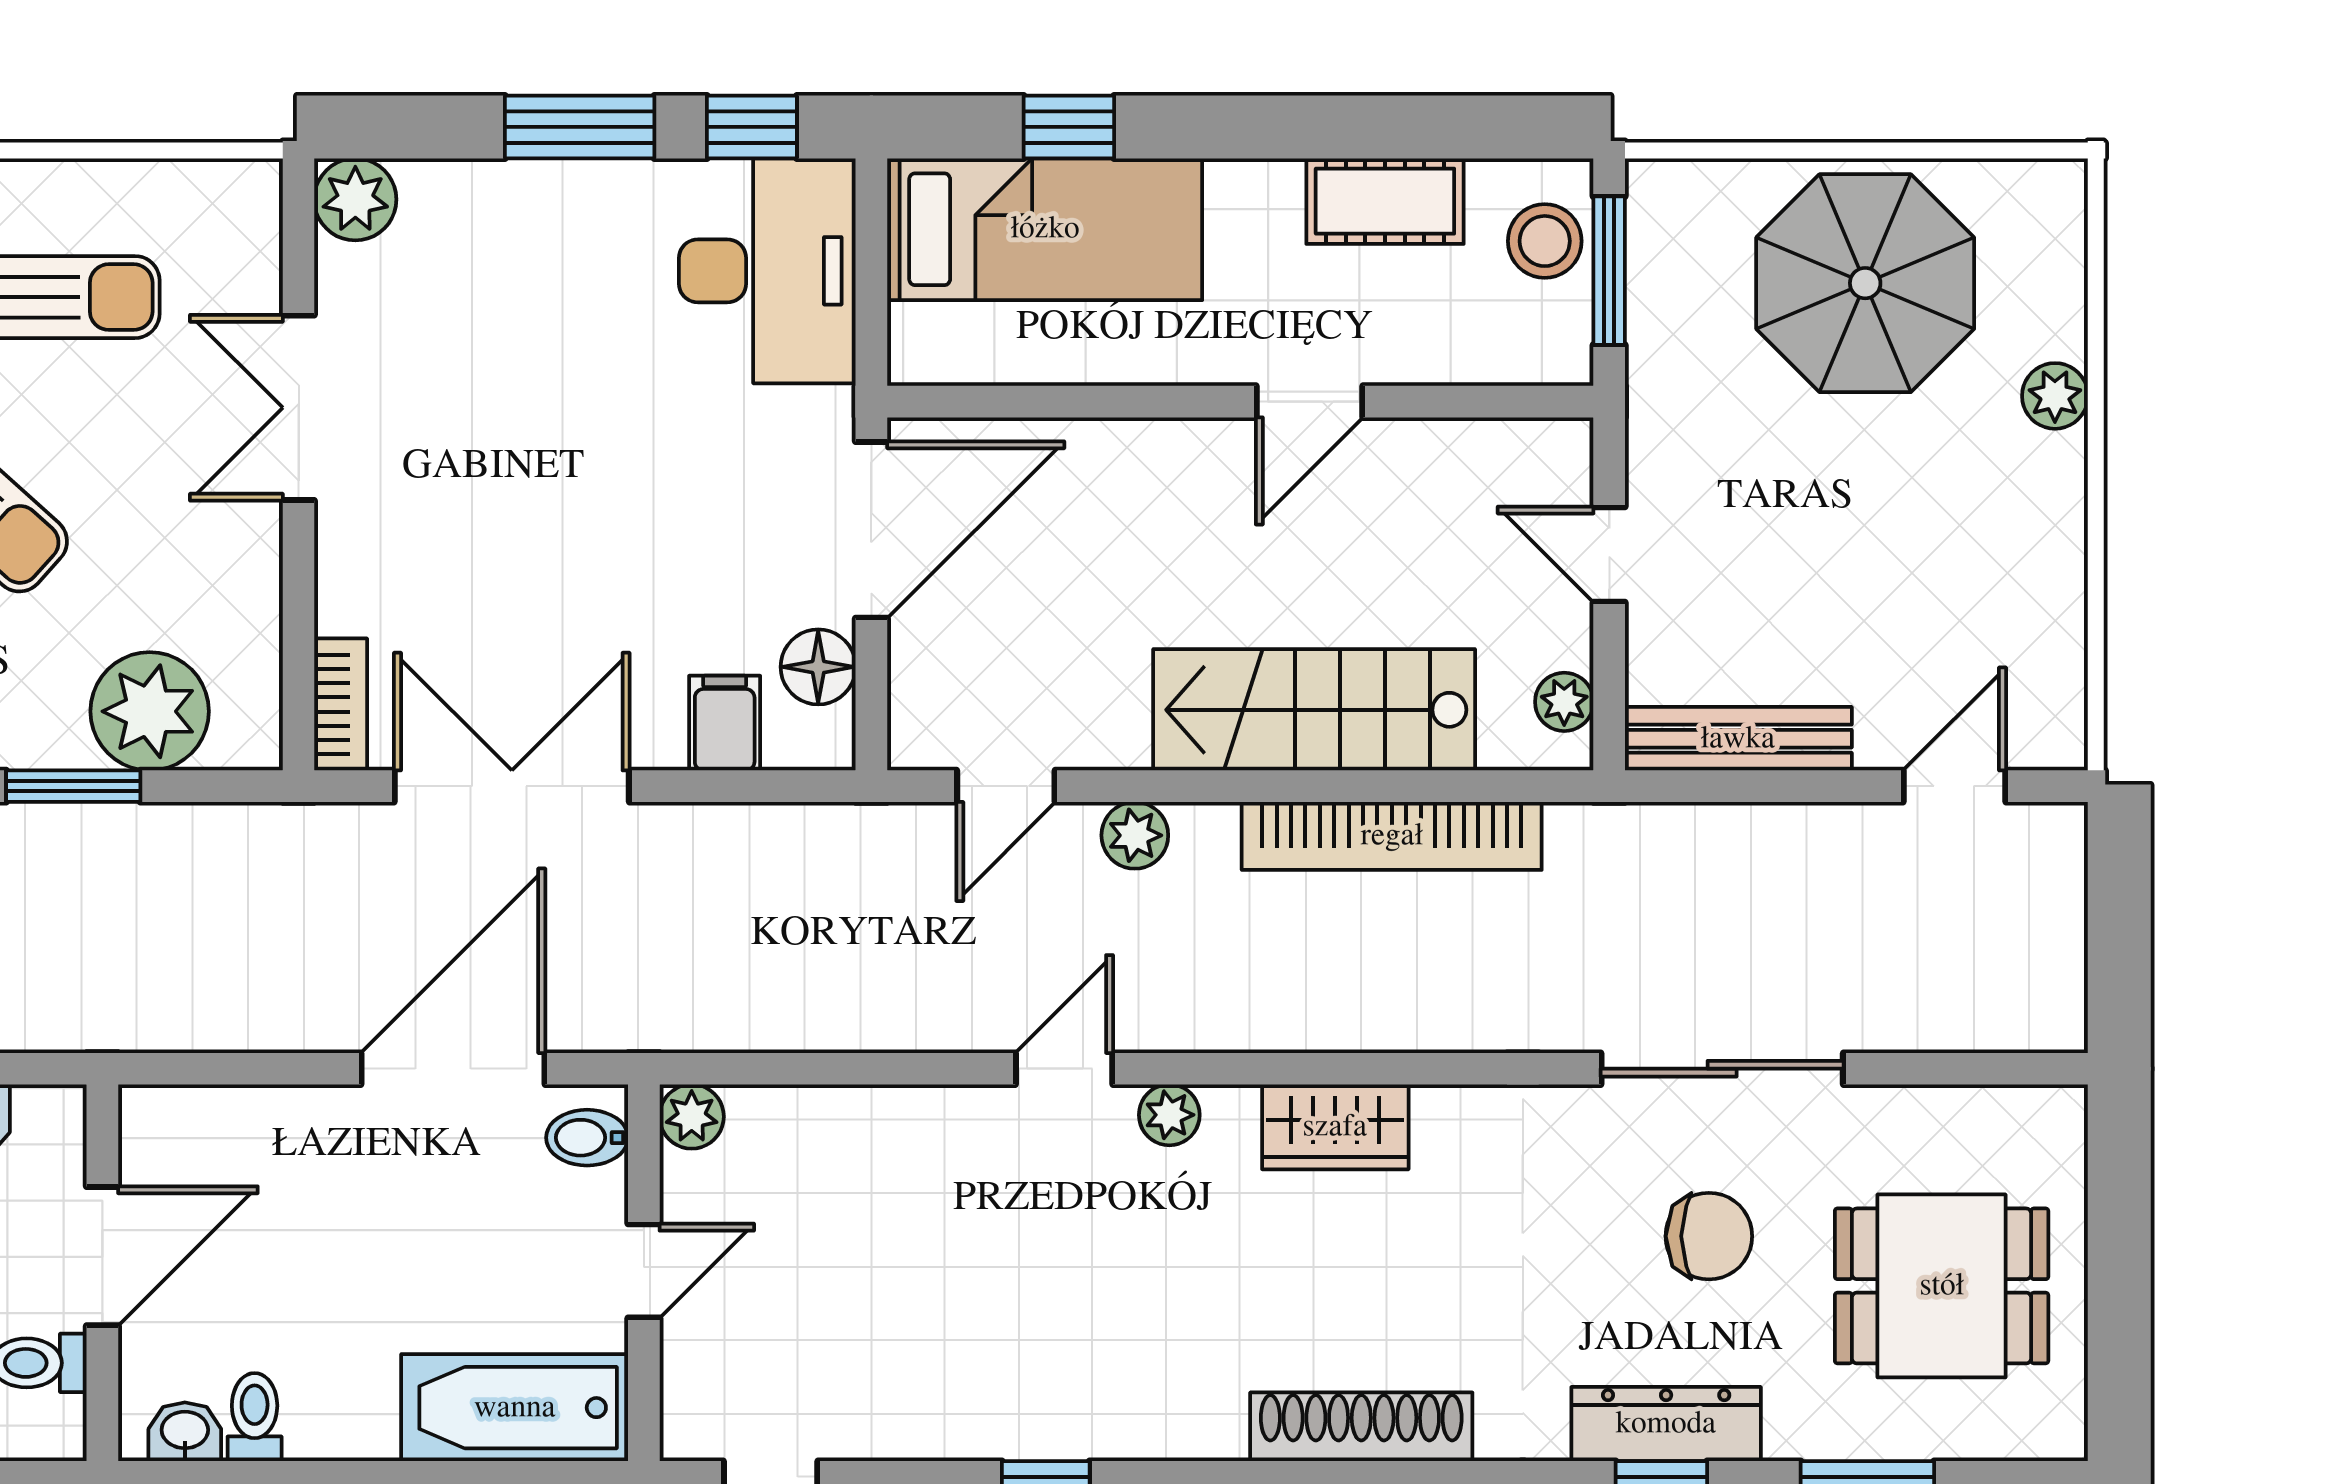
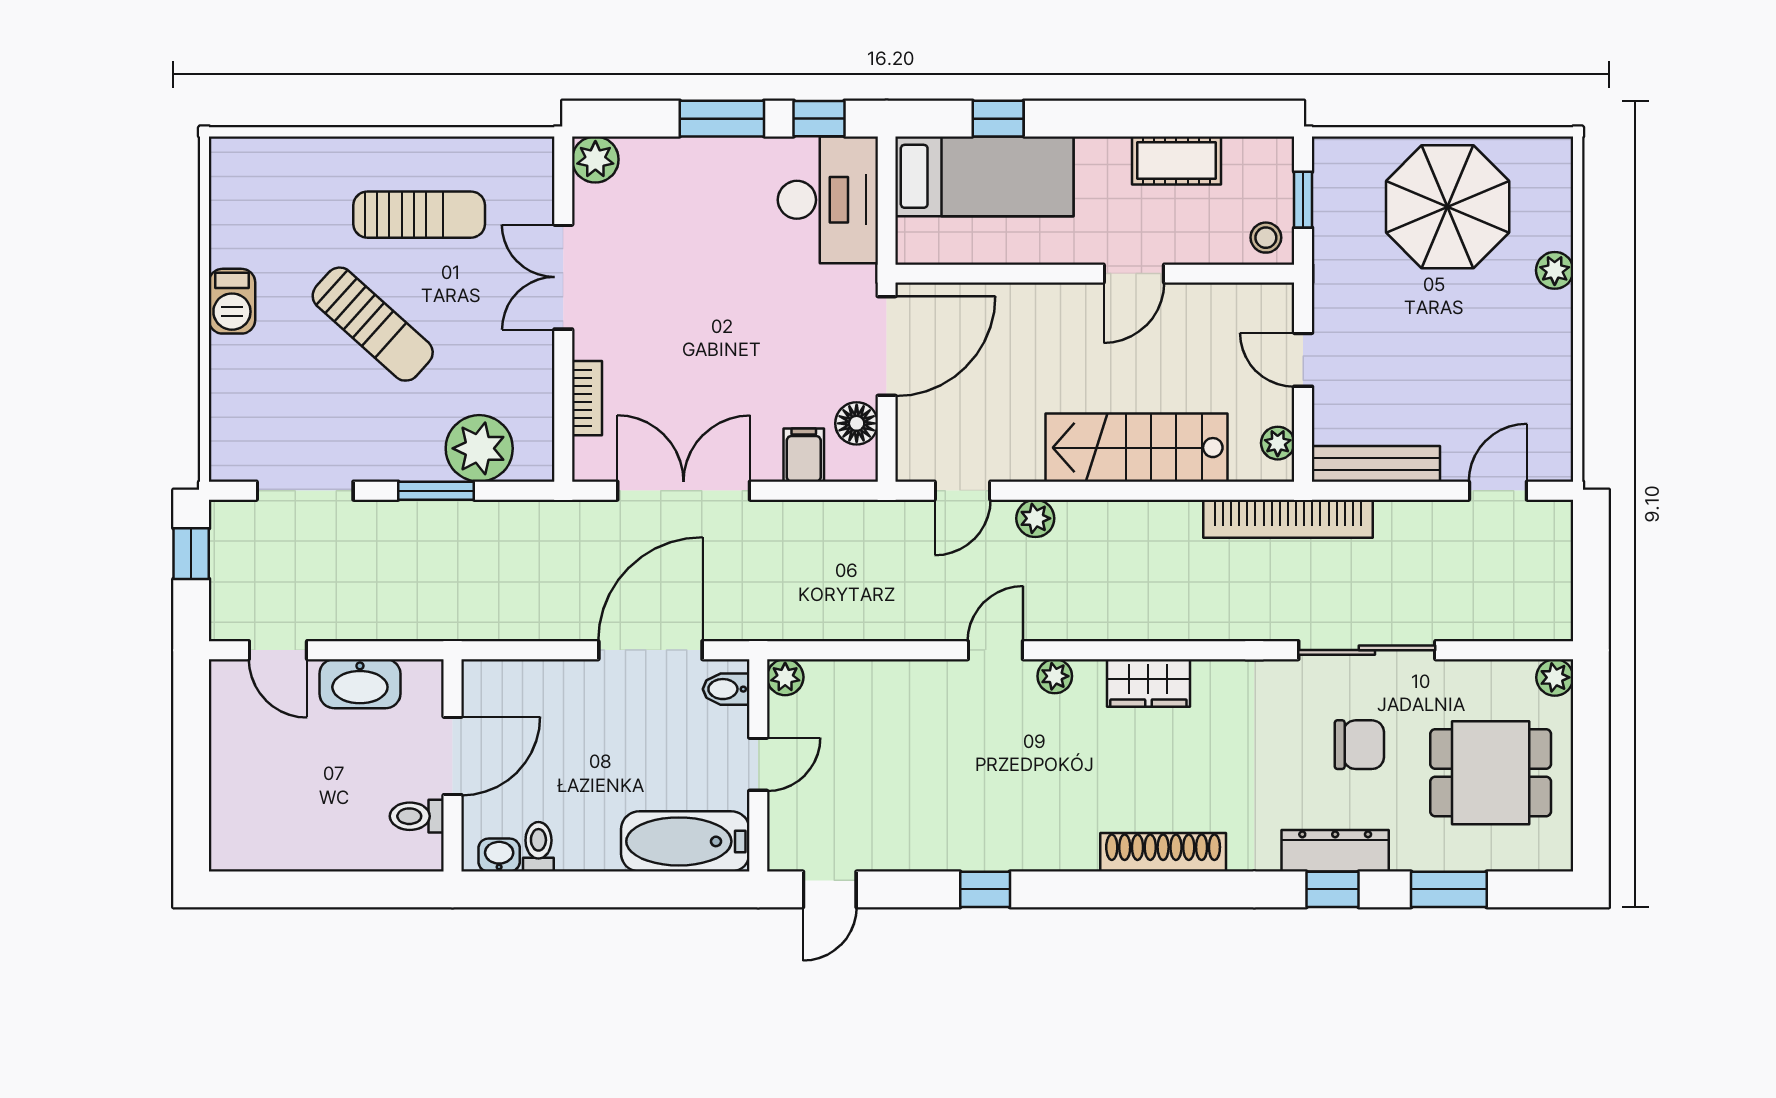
stool: (1545, 241) -> (1266, 238), moved, width x0.73, depth x0.73
window: (1609, 271) -> (1303, 200), width x0.67
bookcase: (341, 704) -> (587, 398), moved
bookcase: (1392, 836) -> (1288, 519), moved
plant: (2055, 1117) -> (1555, 677), added

